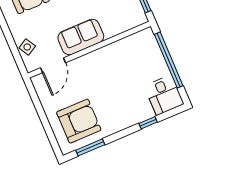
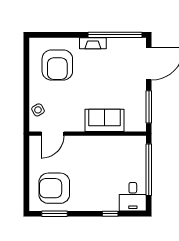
sofa: (81, 37) -> (104, 120), moved
armchair: (79, 121) -> (54, 188), turned 180

